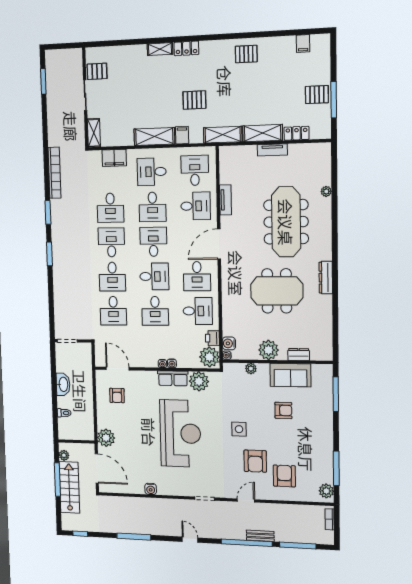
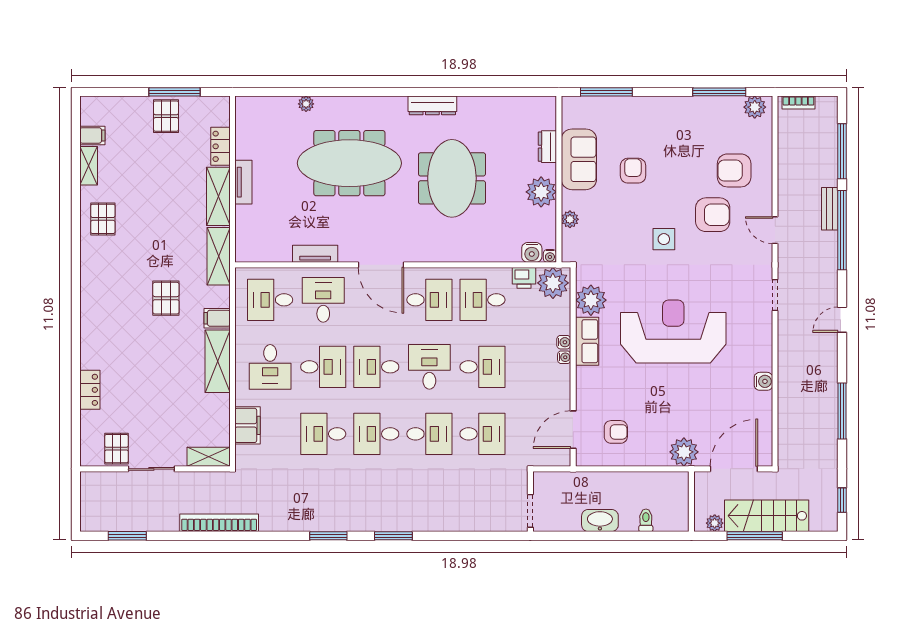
locker: (186, 48) -> (90, 390), moved
shelving: (160, 49) -> (89, 166), moved
bookcase: (54, 173) -> (219, 523), moved
desk: (110, 208) -> (323, 434), turned 180
desk: (198, 311) -> (482, 300), turned -90

